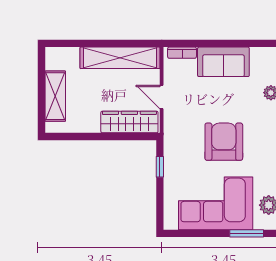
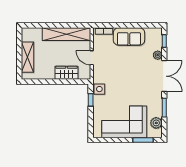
wardrobe: (129, 122) -> (66, 73), width x0.67
armchair: (224, 142) -> (129, 85), removed
side table: (174, 149) -> (99, 89), added

